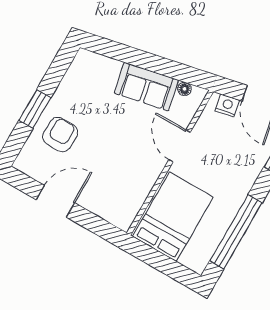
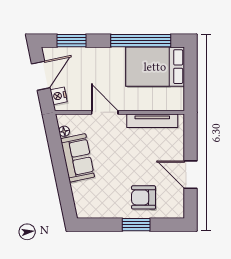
door: (179, 146) -> (105, 112), swing flipped
tv unit: (140, 193) -> (152, 121), added
bed: (173, 217) -> (155, 67), moved

